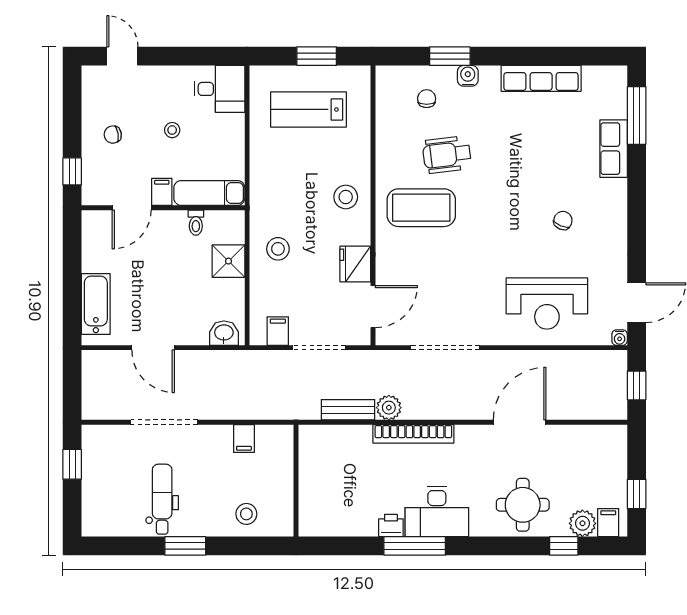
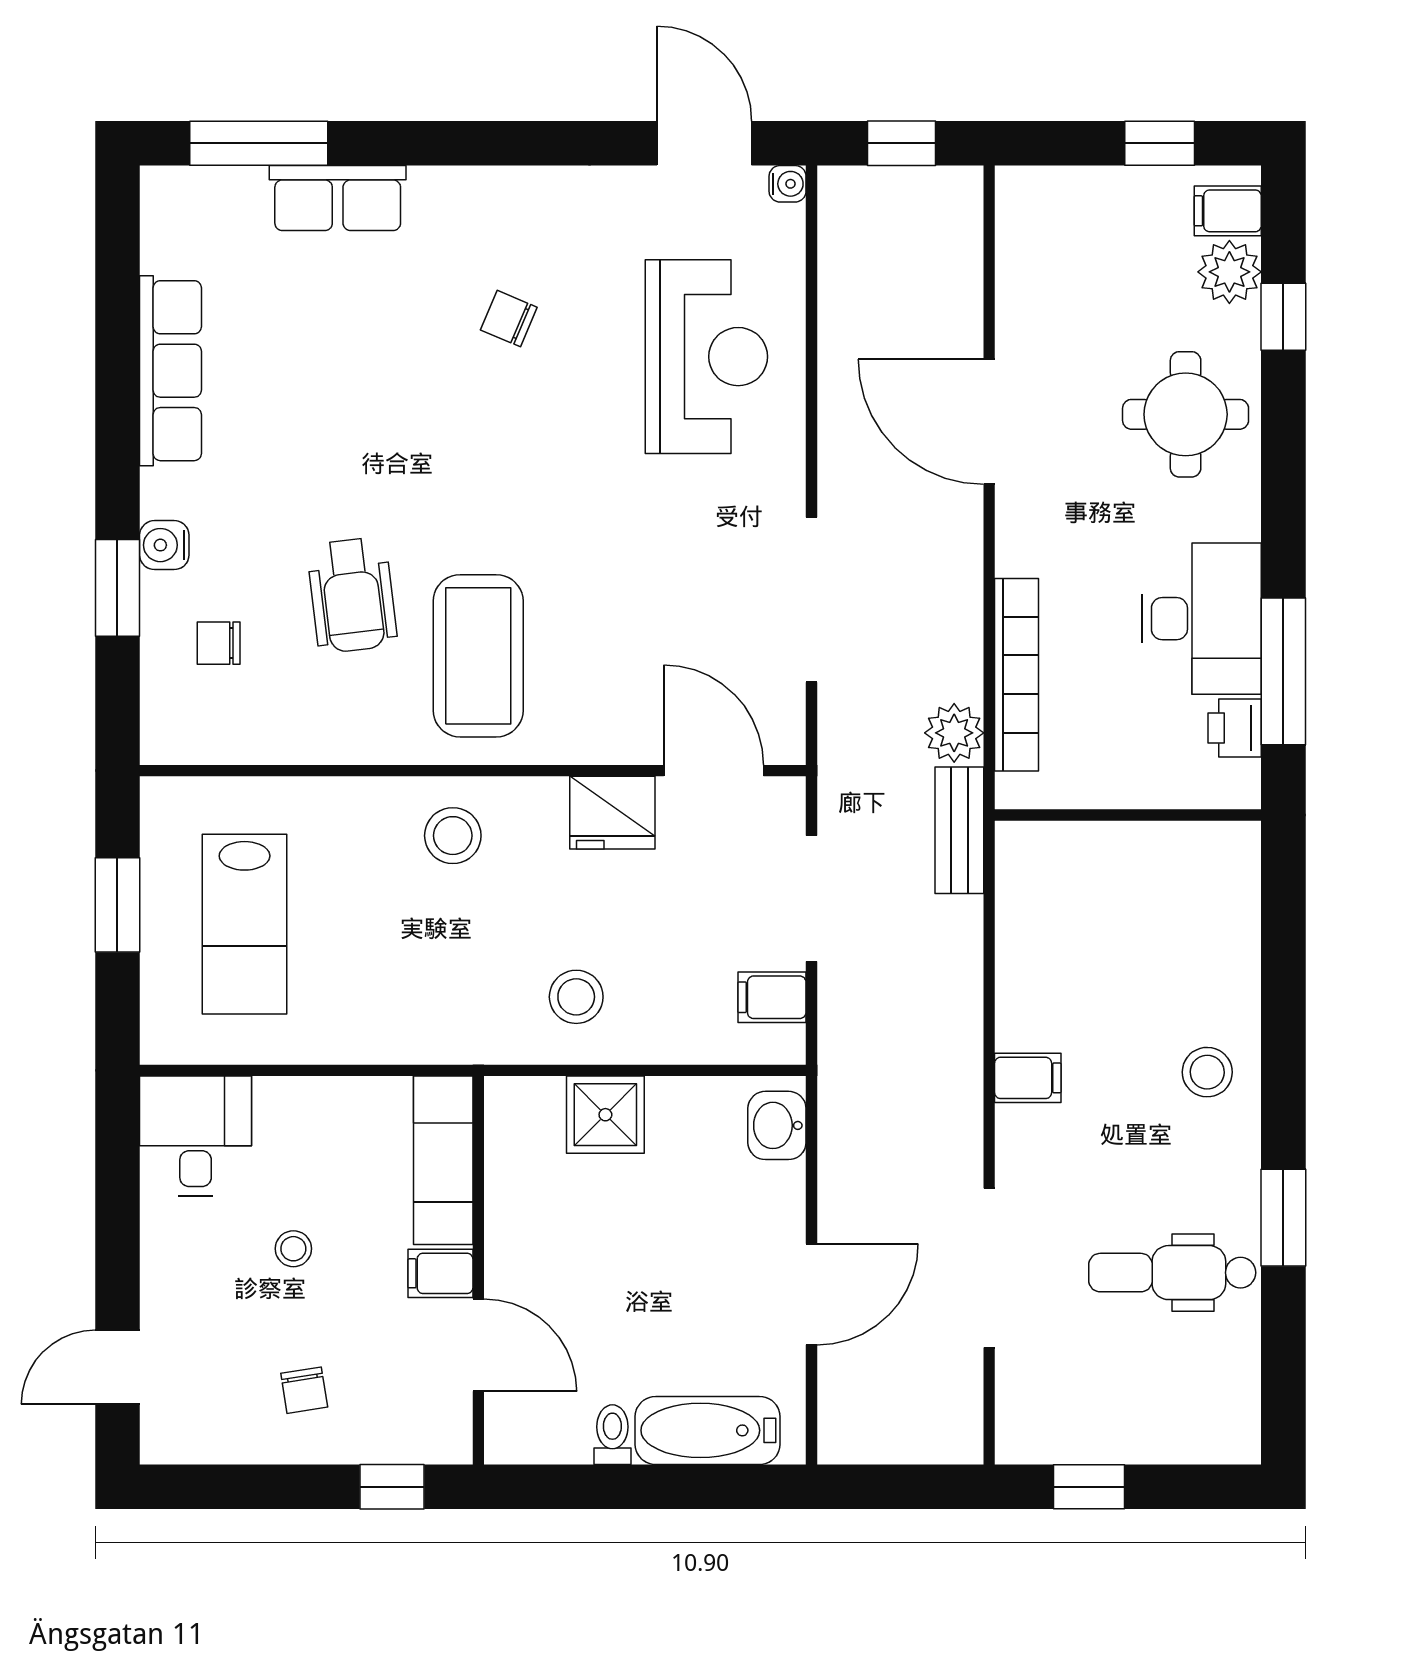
toilet: (196, 223) -> (612, 1435), moved, turned -90
wall: (296, 481) -> (1128, 815), moved

